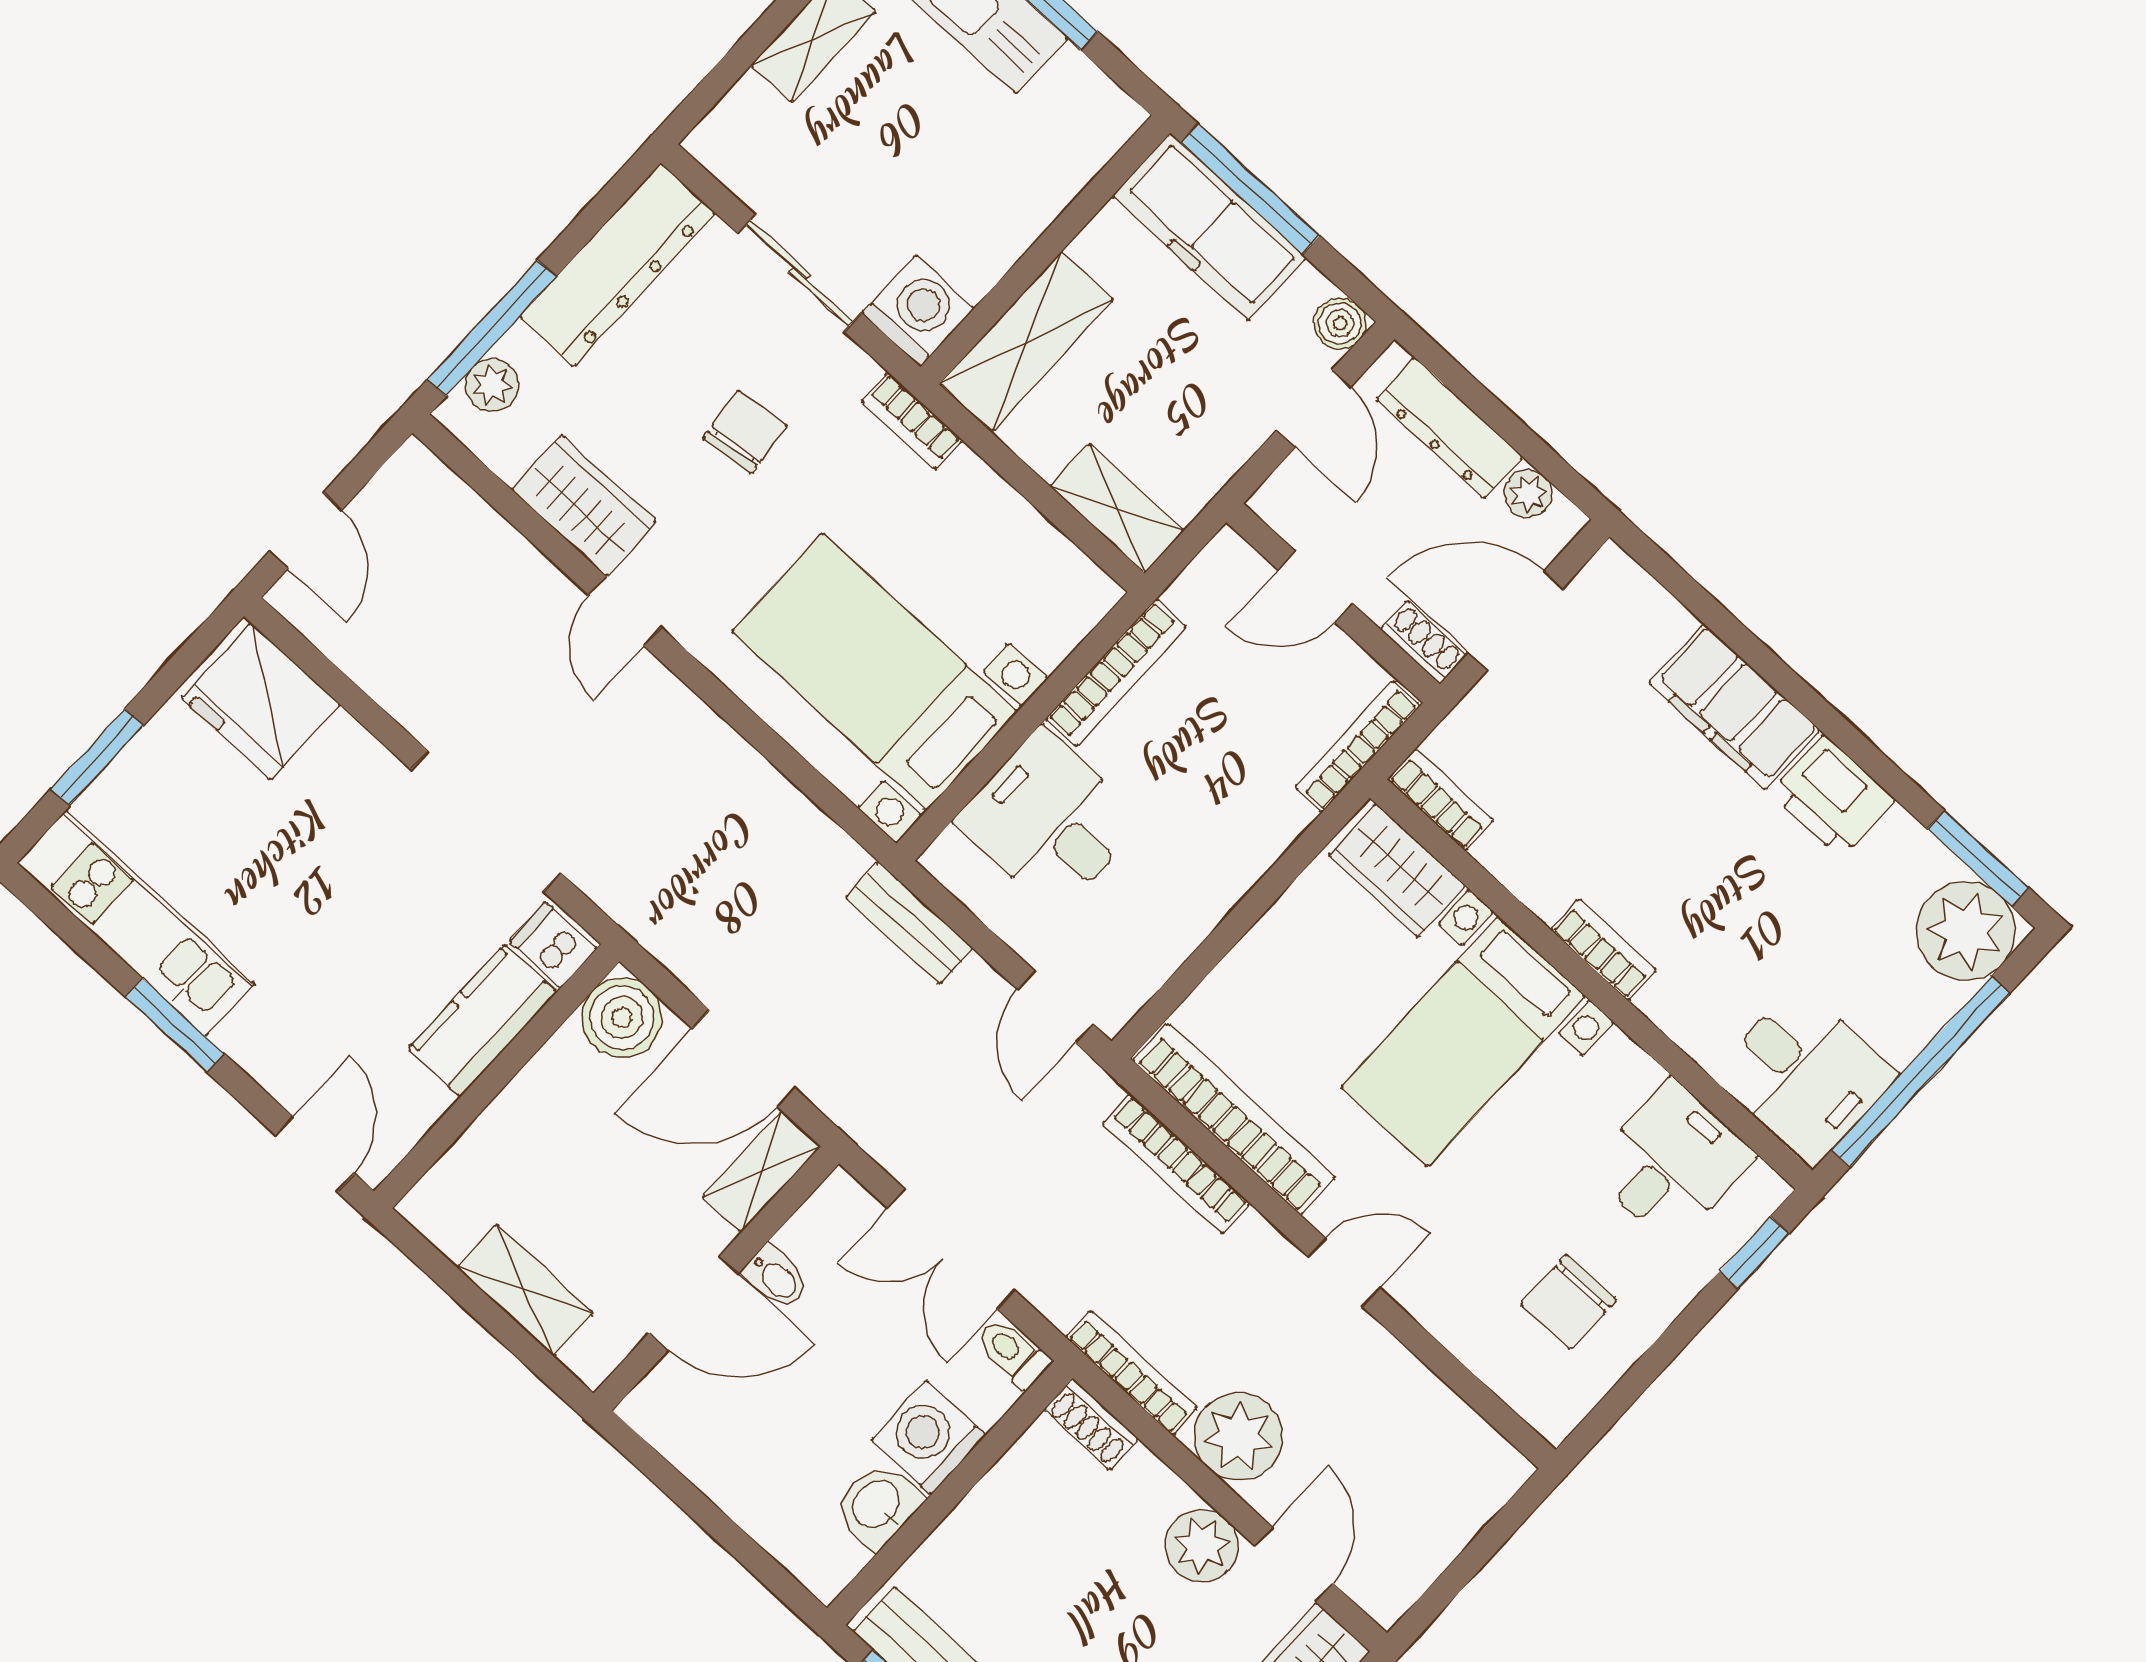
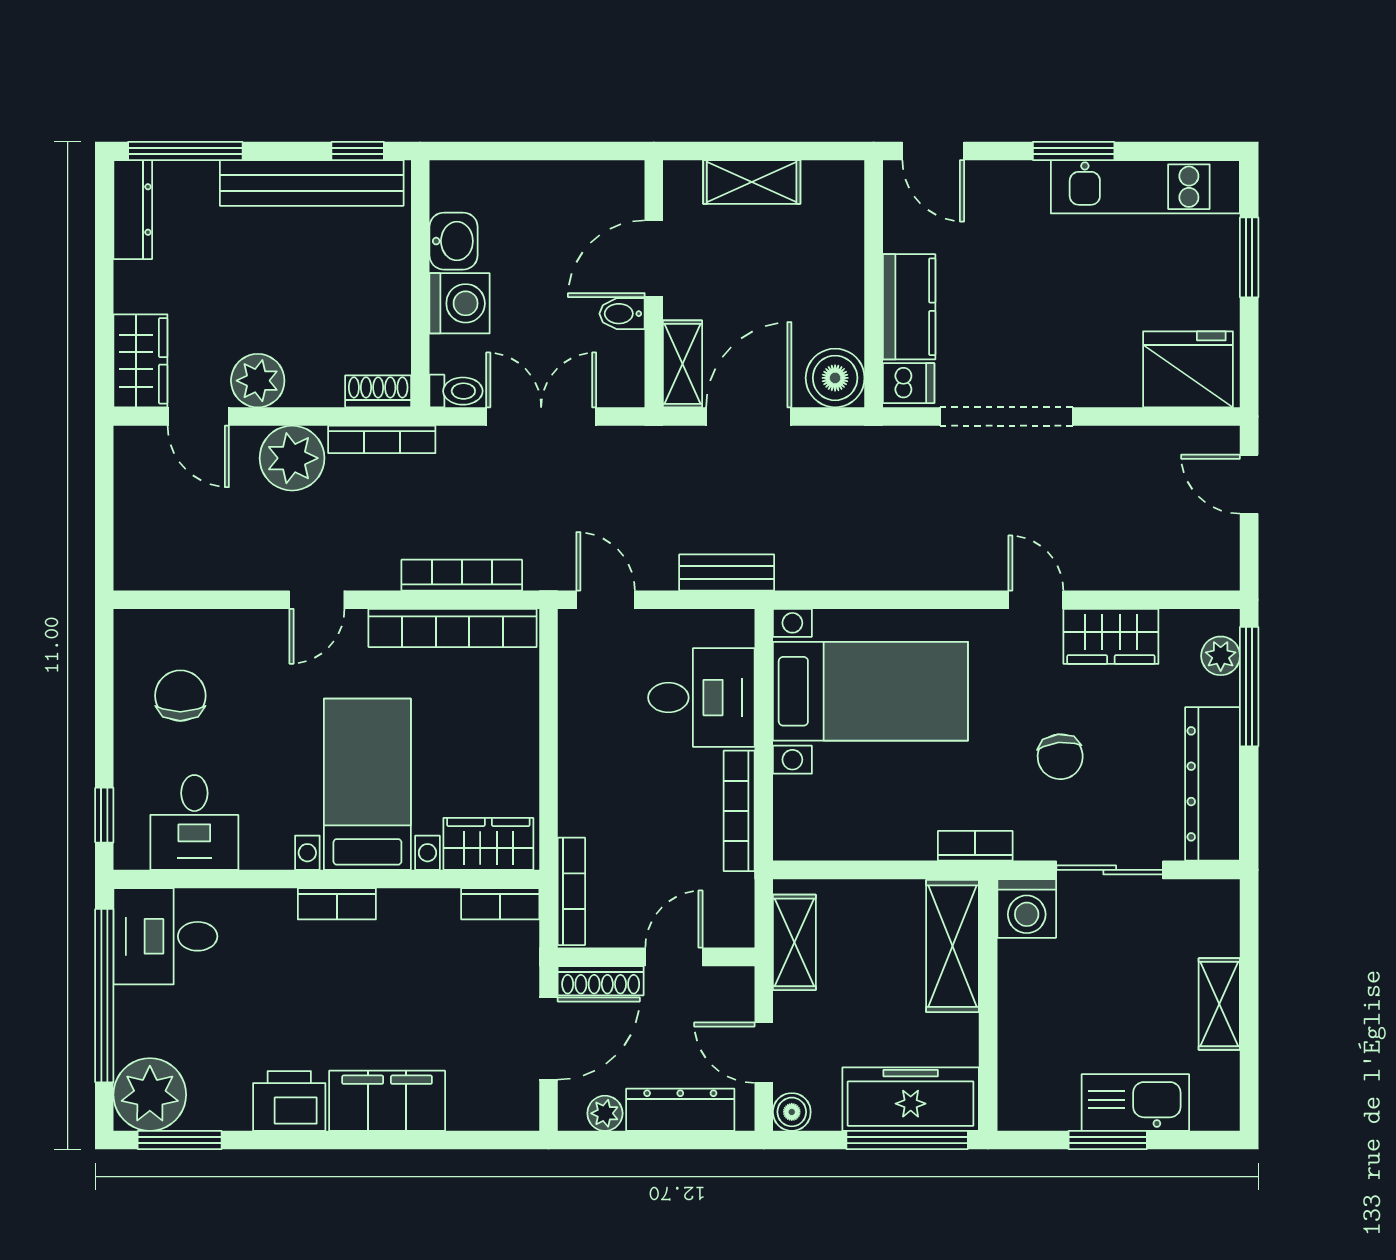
shelving: (1117, 508) -> (794, 942), moved, turned 90
shoe rack: (1423, 642) -> (601, 981), width x1.43

